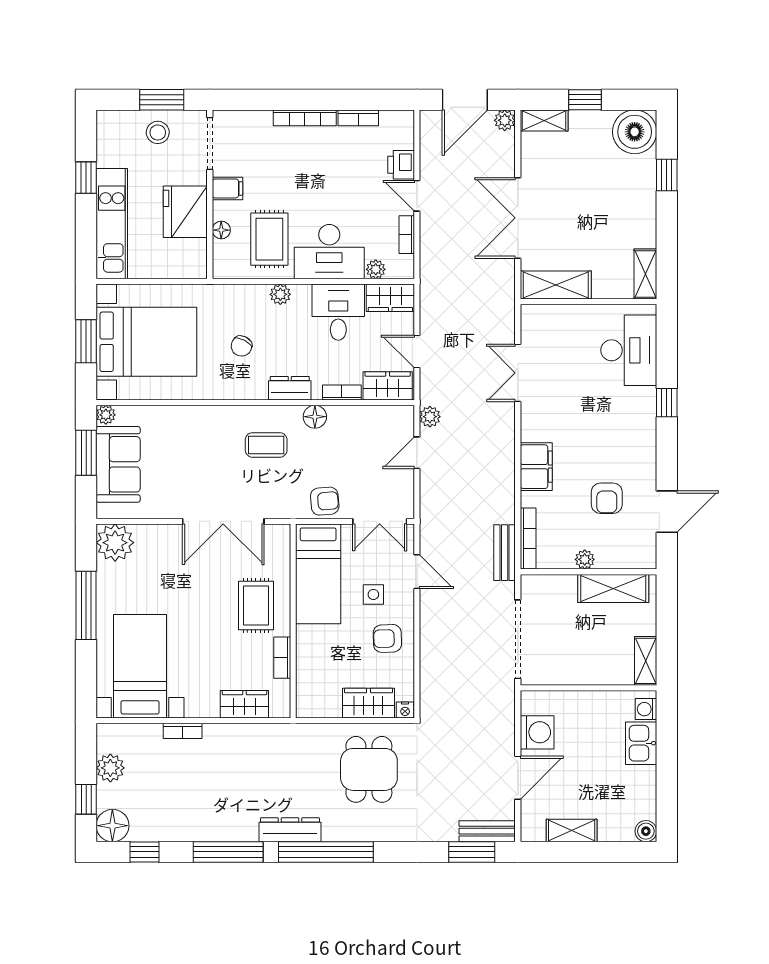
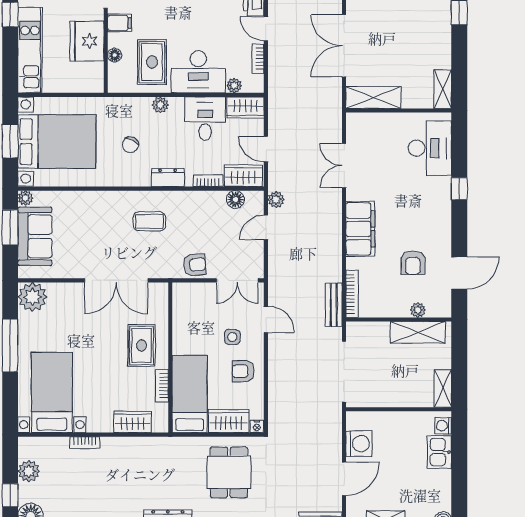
floor lamp: (315, 417) -> (236, 200), moved
filing cabinet: (536, 467) -> (360, 229), width x1.50, depth x1.17
plant: (585, 559) -> (418, 310), moved
bed: (318, 574) -> (190, 394), moved, turned 180

